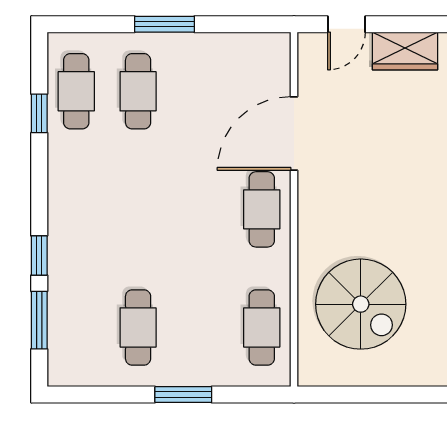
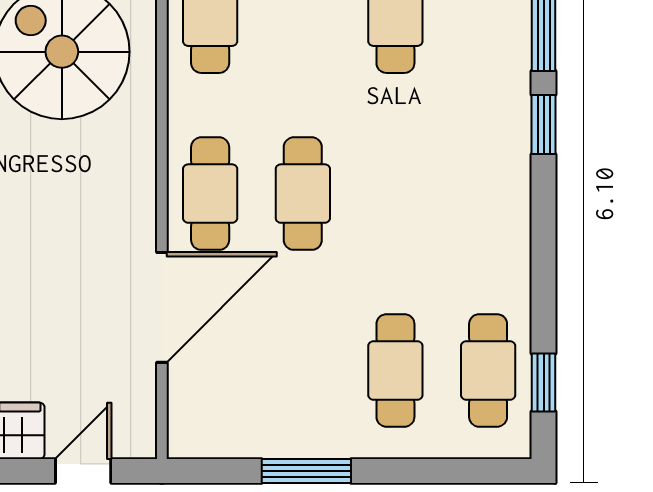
window: (165, 24) -> (306, 471), moved
window: (39, 113) -> (544, 383), moved
cafe table: (200, 209) -> (303, 194), added

